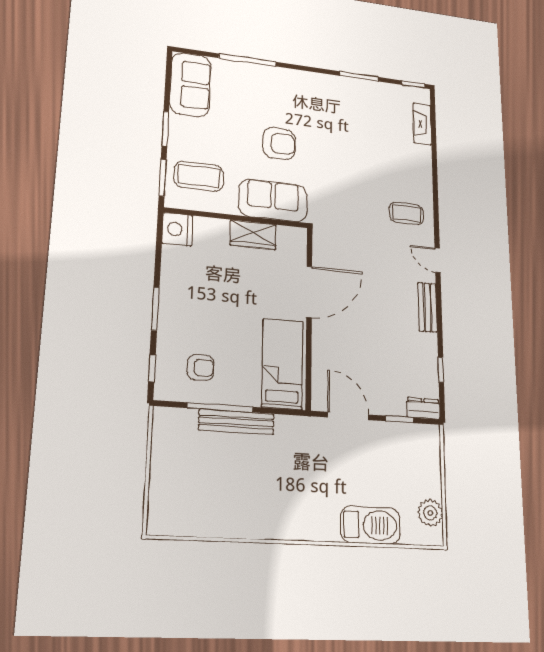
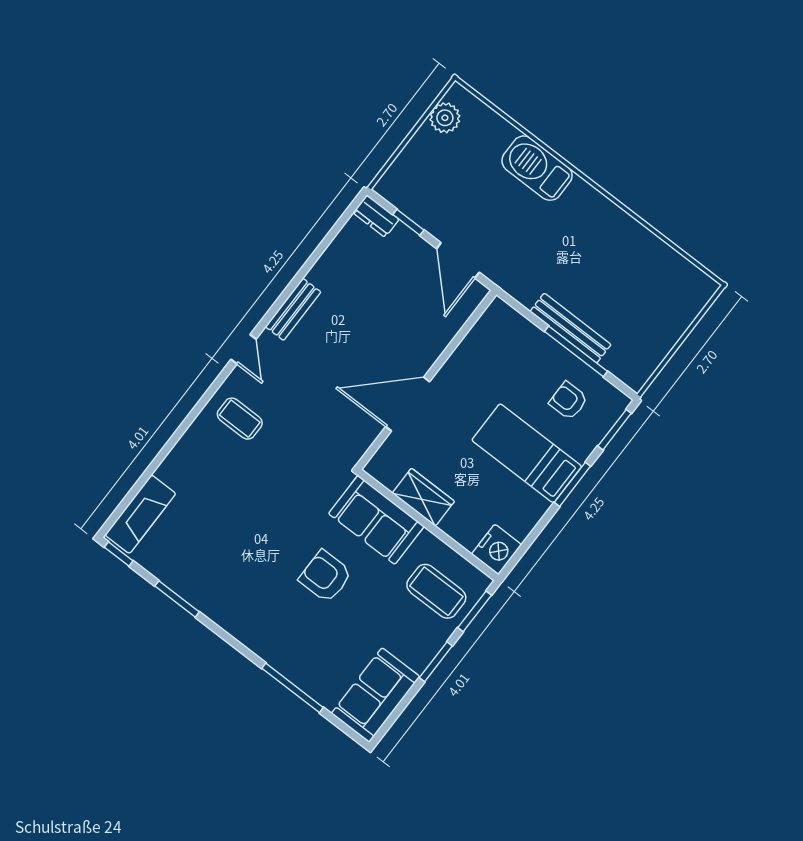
fireplace: (422, 124) -> (140, 514), width x1.37, depth x1.32
bed: (282, 364) -> (527, 453), moved, turned 90
window: (152, 368) -> (615, 430), width x1.50
window: (441, 370) -> (328, 240), removed
barbecue: (370, 525) -> (537, 168), moved

